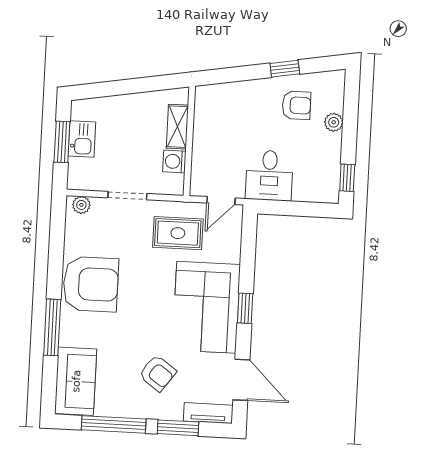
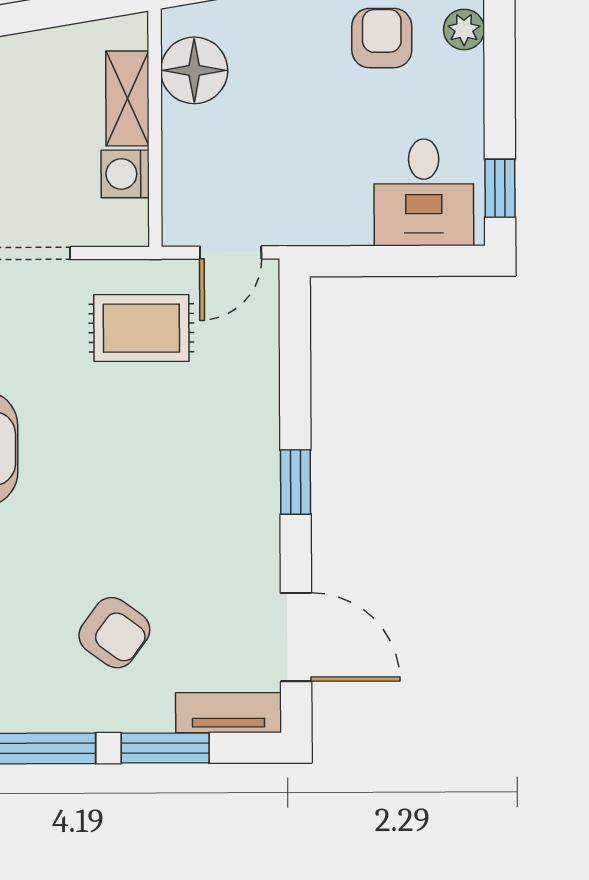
armchair: (296, 105) -> (382, 38), turned -90
floor lamp: (209, 115) -> (194, 70), added
plant: (334, 122) -> (464, 29), moved
desk: (269, 175) -> (424, 192), moved
corner sofa: (206, 307) -> (212, 485), removed

